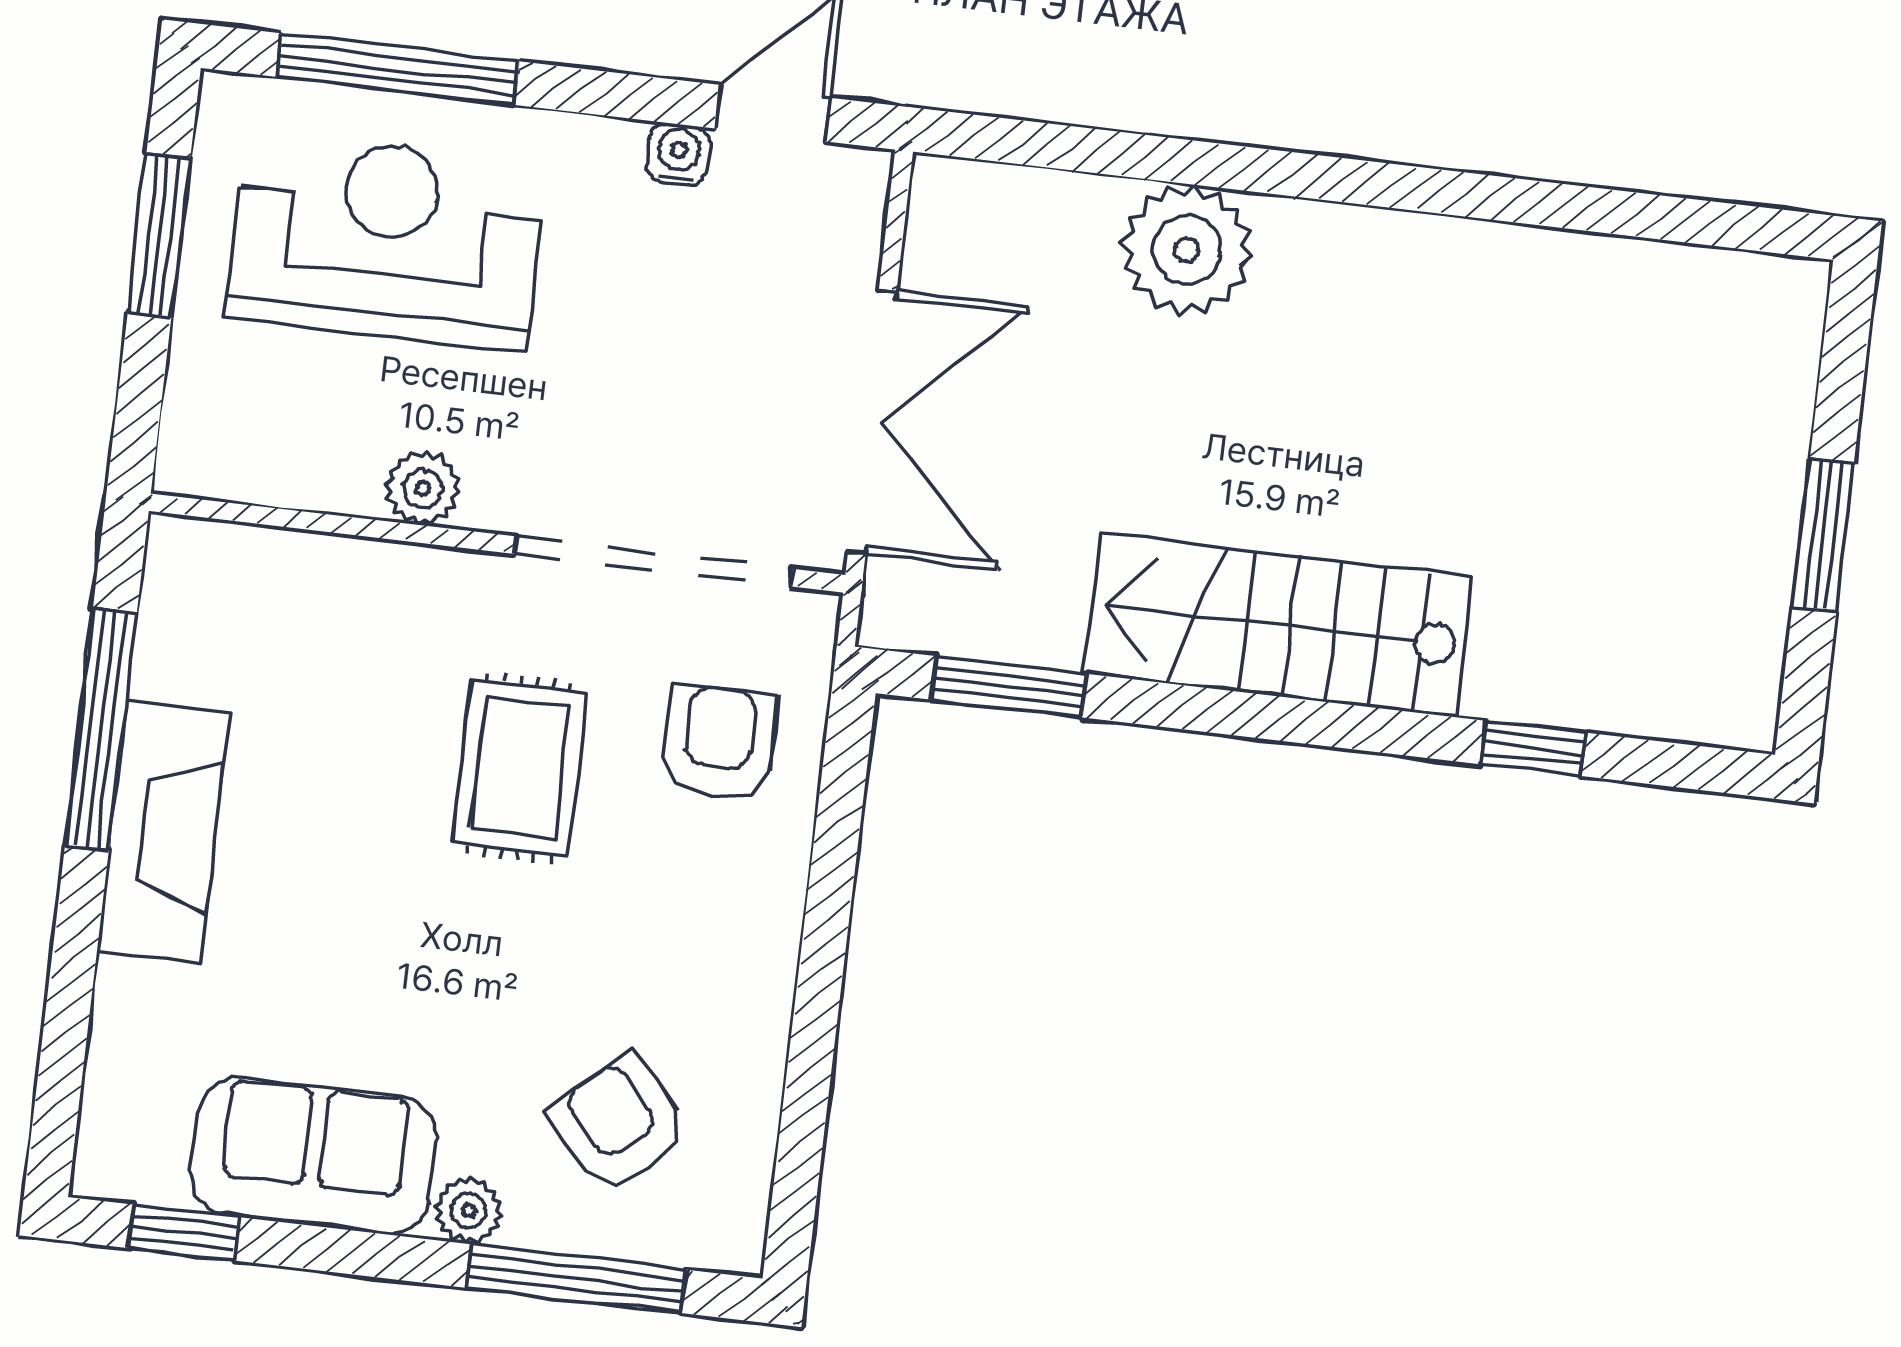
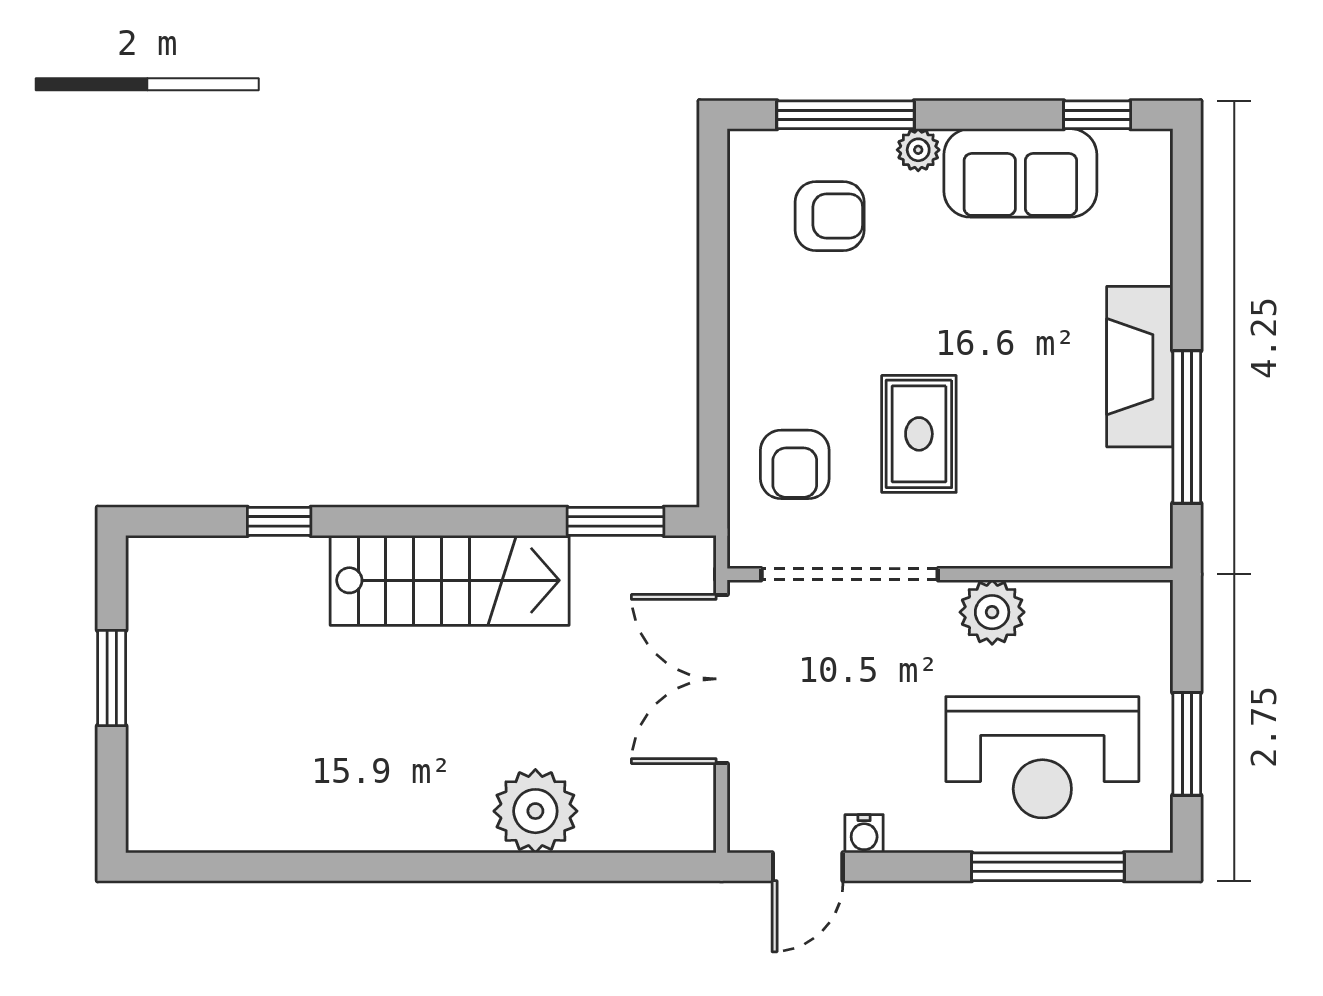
plant: (423, 488) -> (992, 612), width x1.38, depth x1.38
armchair: (619, 1124) -> (830, 216), turned -49

